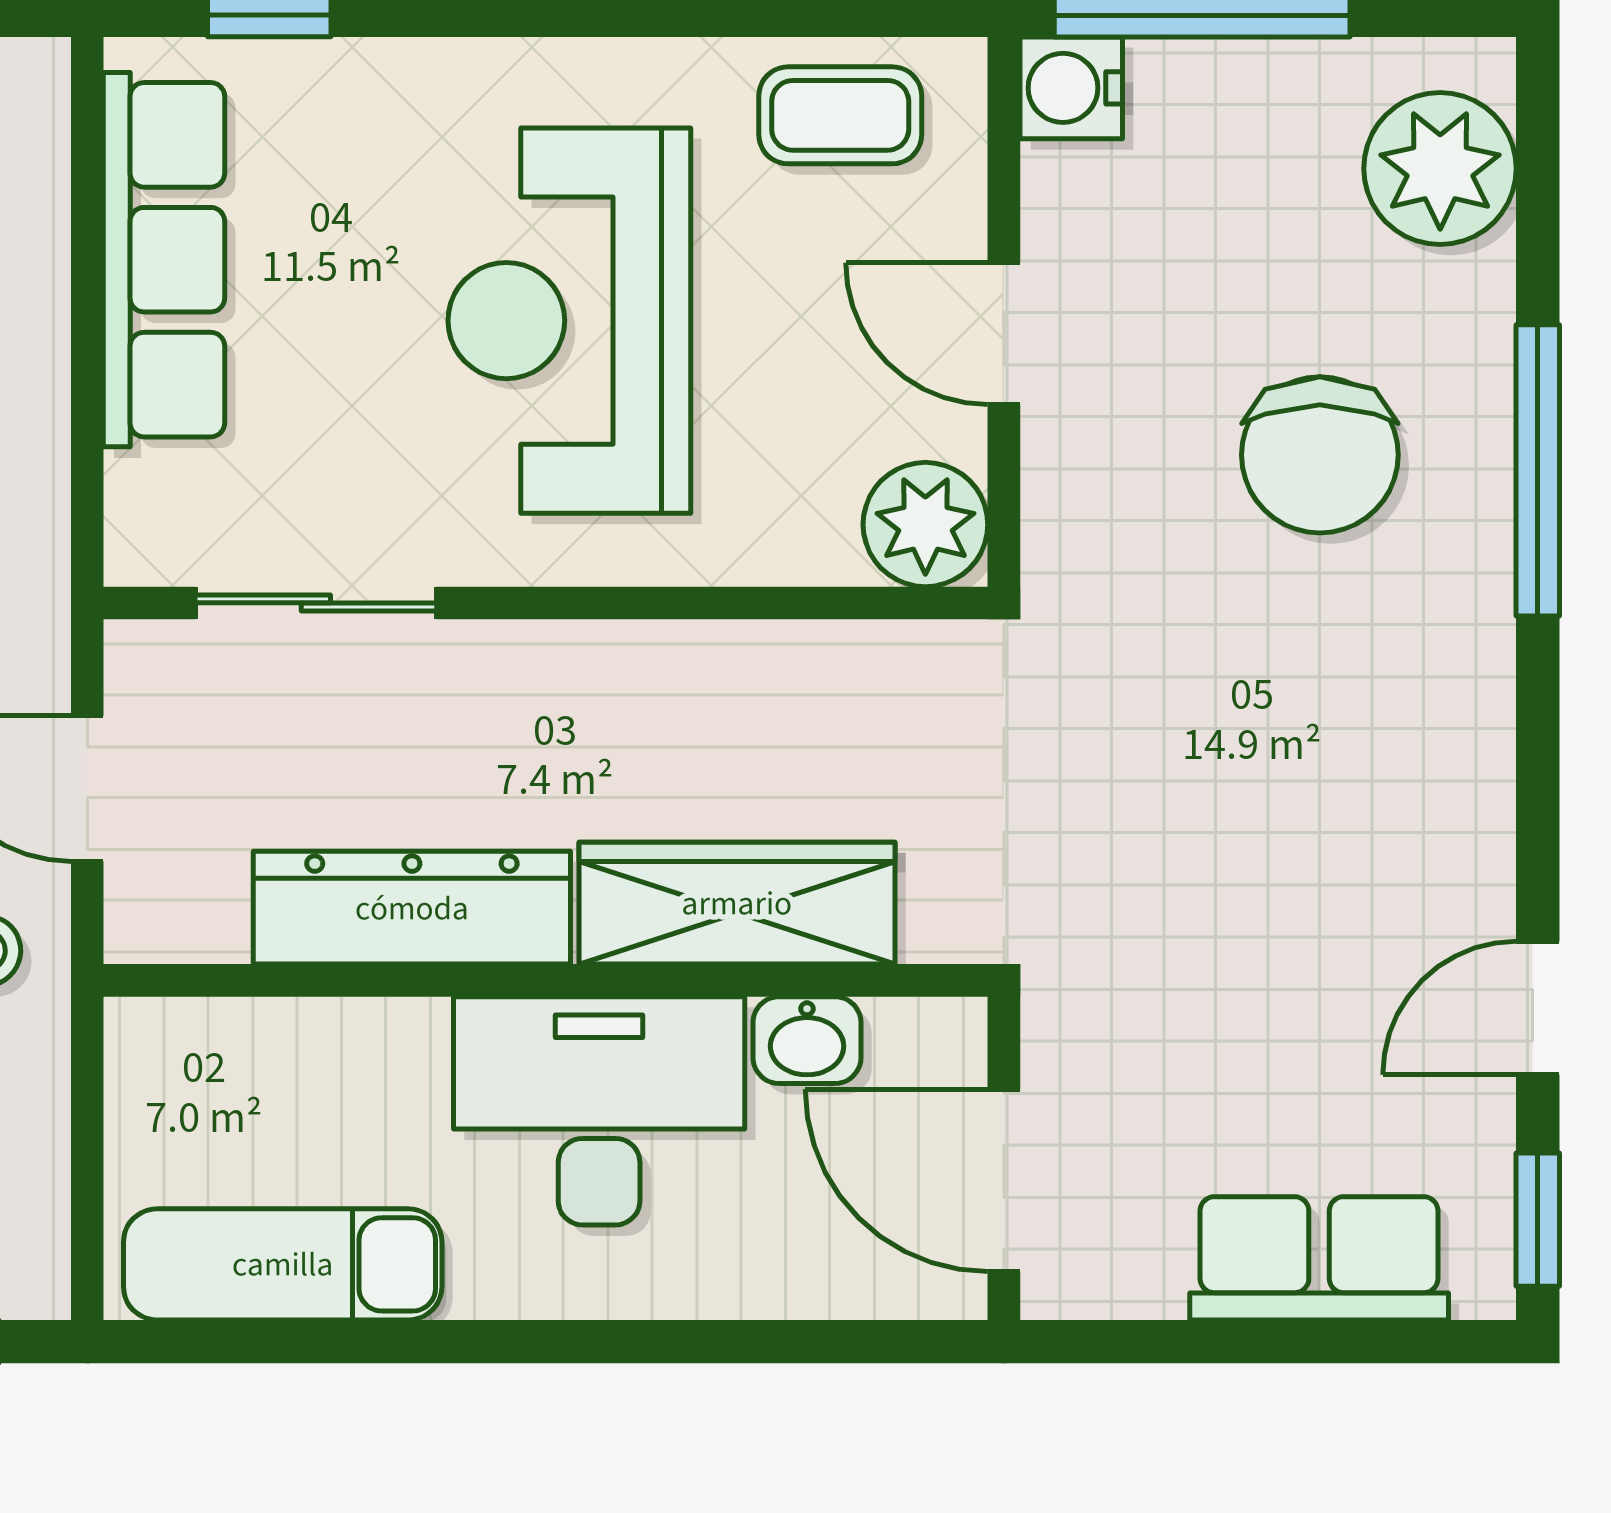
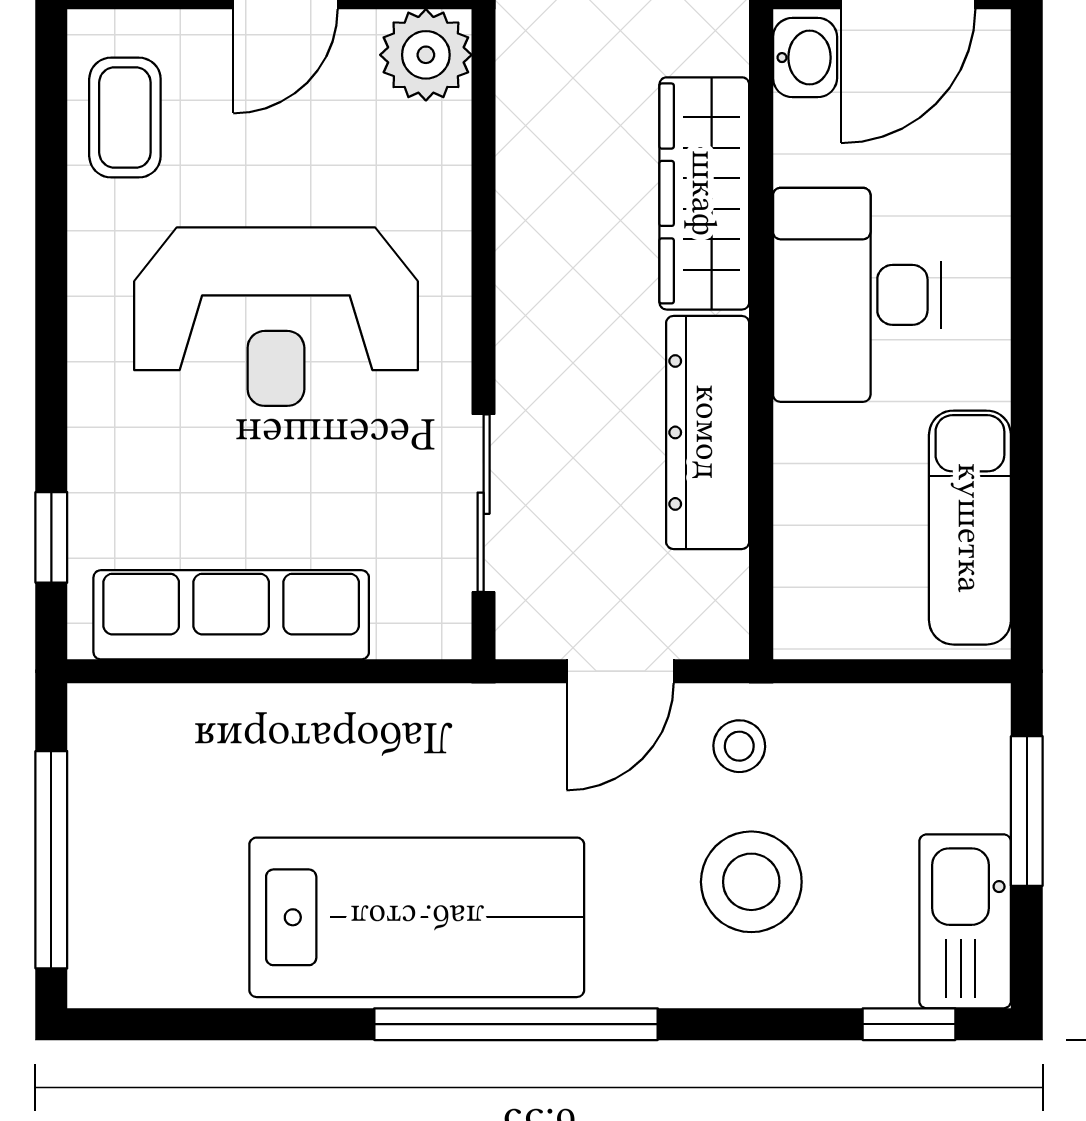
washbasin: (807, 1040) -> (805, 58), moved

